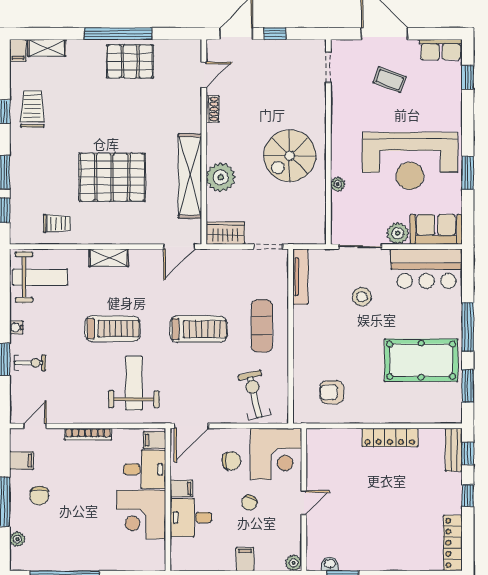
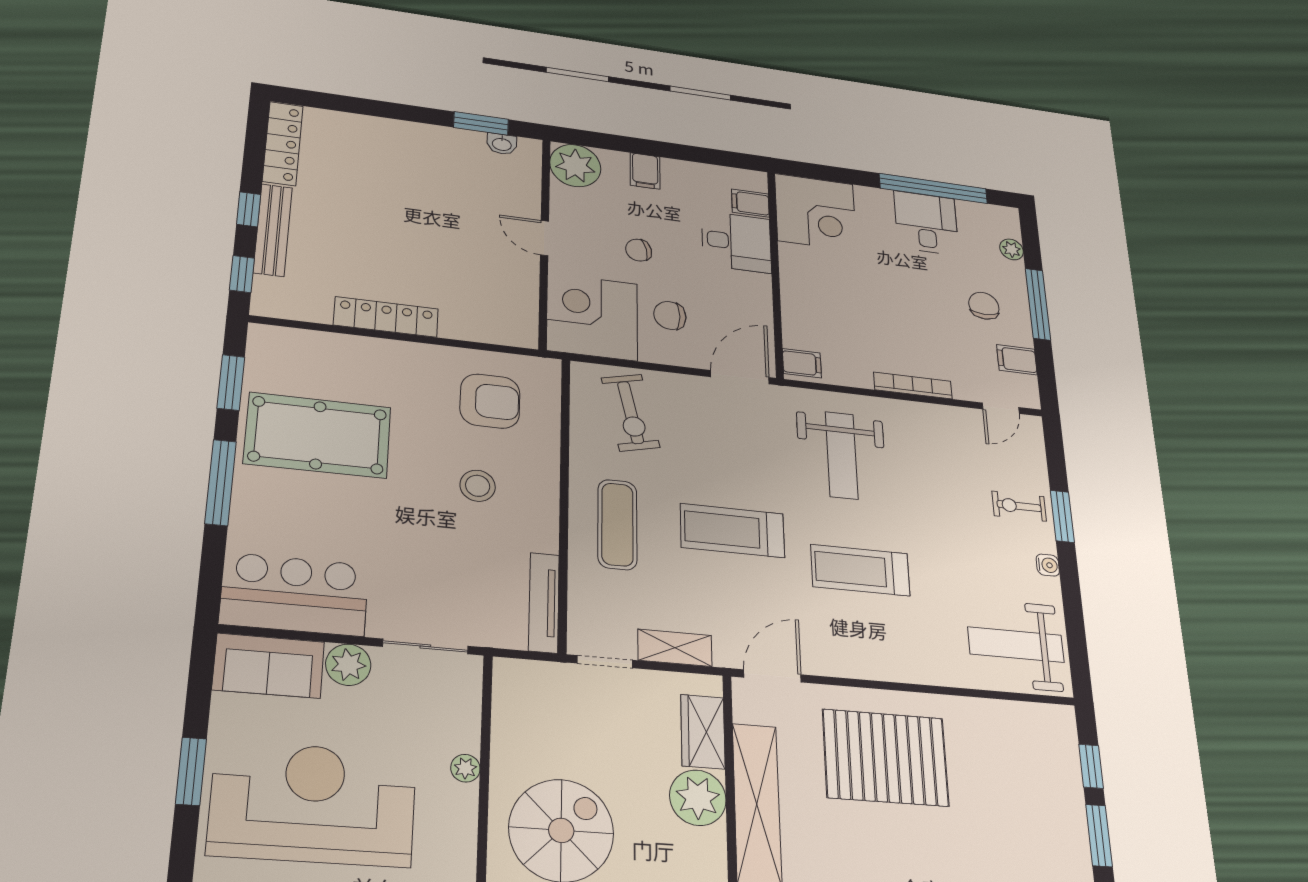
pallet: (112, 177) -> (886, 758), moved
trolley: (57, 223) -> (996, 736), removed
wardrobe: (225, 233) -> (703, 732), moved, turned 90
shelving: (109, 258) -> (675, 648), moved
stool: (362, 297) -> (478, 486), moved
treadmill: (113, 329) -> (860, 570), moved
armchair: (332, 392) -> (490, 401), width x1.38, depth x1.38
bench: (454, 450) -> (273, 230), moved, width x1.36
desk: (145, 469) -> (926, 223), moved, turned 90
filing cabinet: (181, 488) -> (750, 203), moved
door: (304, 502) -> (545, 238), hinge flipped
chair: (249, 503) -> (639, 250), turned -129
corner desk: (141, 515) -> (815, 212), moved, turned 90
plant: (294, 563) -> (575, 166), width x1.88, depth x1.88

